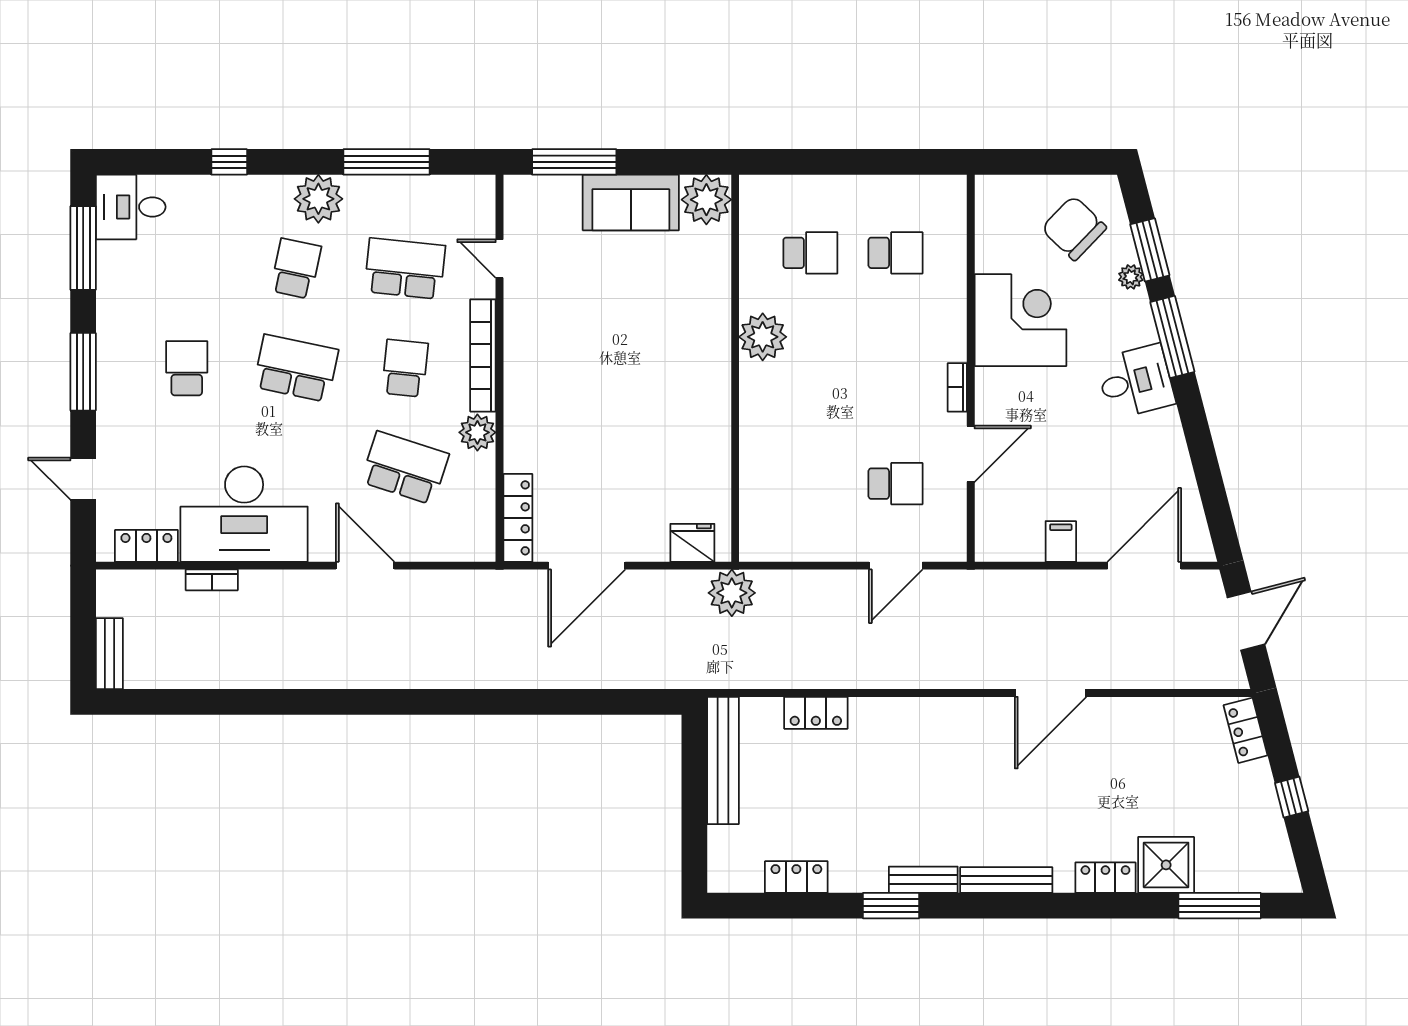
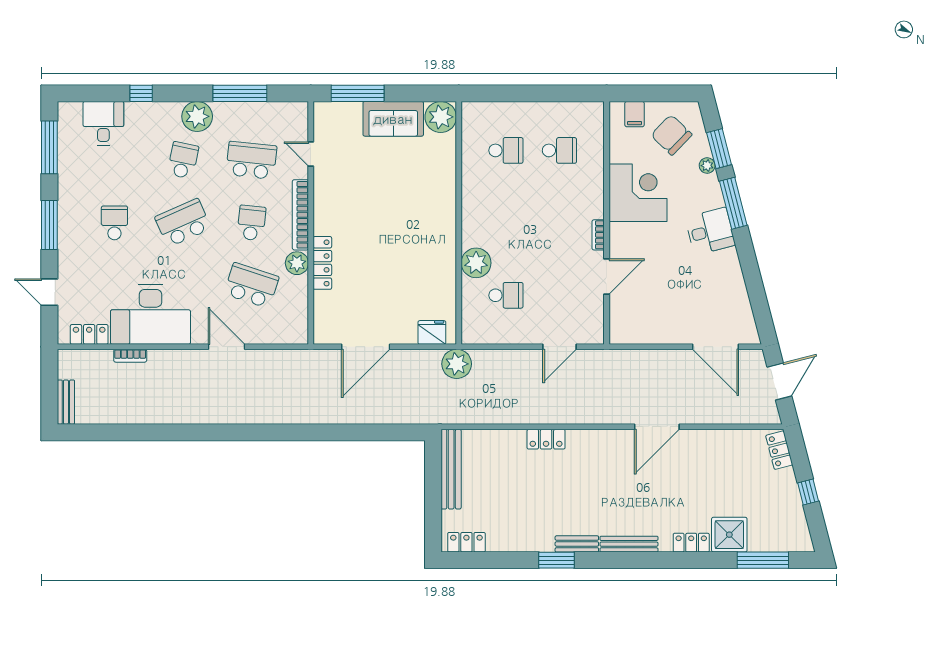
desk: (131, 207) -> (103, 123), moved, turned 90
plant: (763, 337) -> (476, 263), moved
school desk: (296, 368) -> (183, 223), turned -36
school desk: (896, 484) -> (506, 295), moved
locker: (518, 518) -> (322, 263), moved
filing cabinet: (1061, 541) -> (635, 114), moved, turned 180
door: (1144, 566) -> (716, 347), swing flipped
locker: (816, 713) -> (546, 439), moved
locker: (796, 877) -> (466, 542), moved

